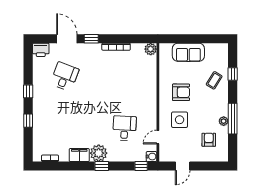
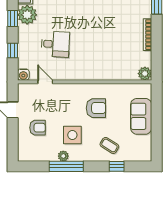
armchair: (181, 92) -> (96, 108), turned -90
side table: (180, 120) -> (72, 135), moved
armchair: (209, 140) -> (38, 128), moved
window: (141, 166) -> (13, 51), moved

